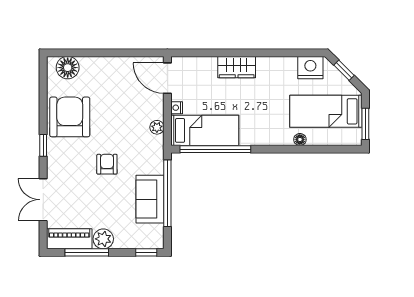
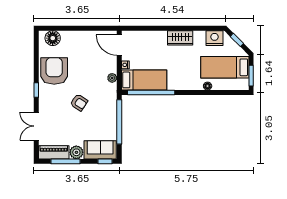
wardrobe: (237, 67) -> (180, 38), moved
armchair: (107, 164) -> (79, 103), turned 123
sofa: (150, 199) -> (100, 150), moved, turned 90

